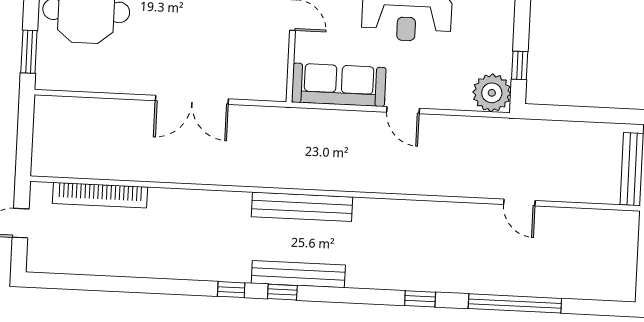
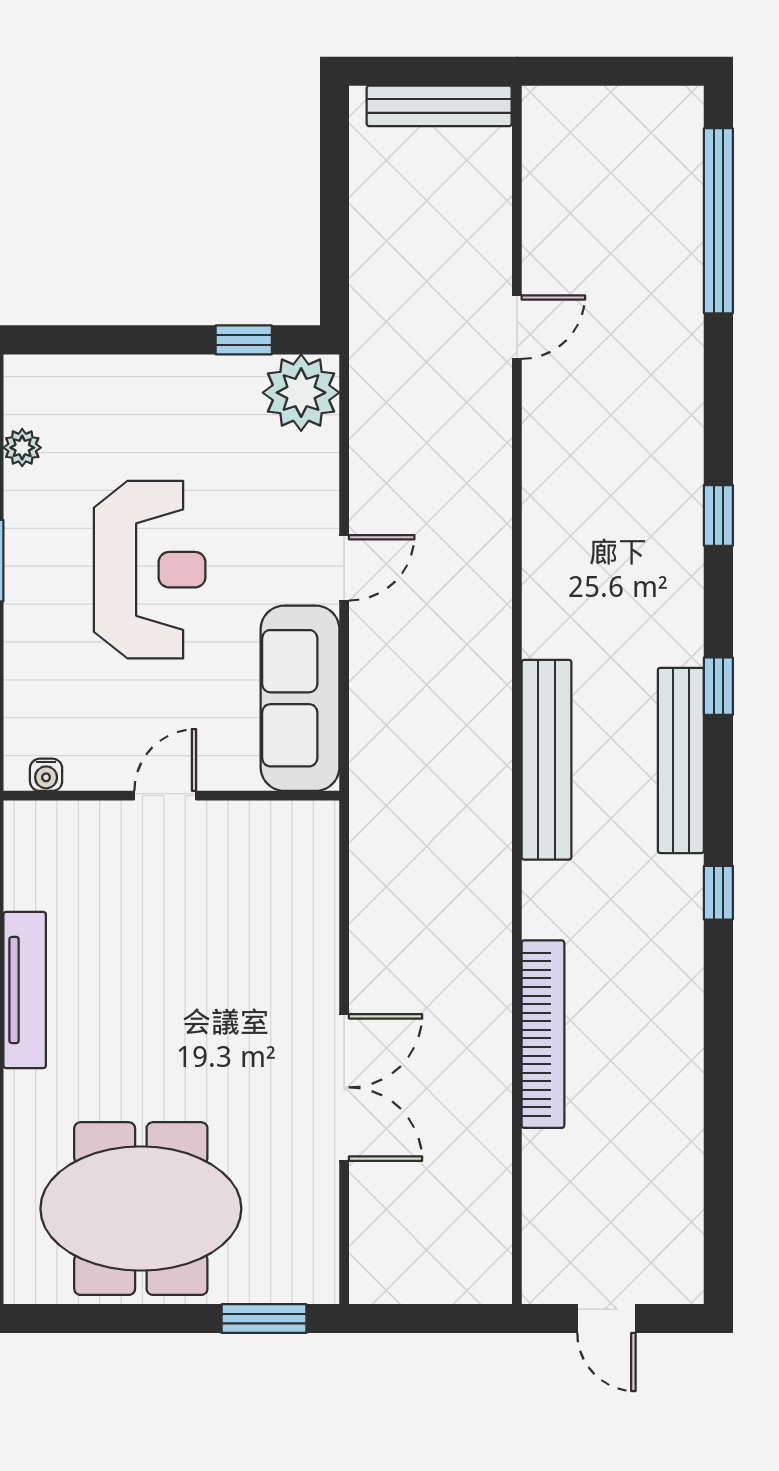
double door: (192, 100) -> (344, 1087), moved
bookcase: (100, 195) -> (543, 1034), moved
window: (282, 292) -> (718, 686), moved
window: (515, 303) -> (718, 221), moved

